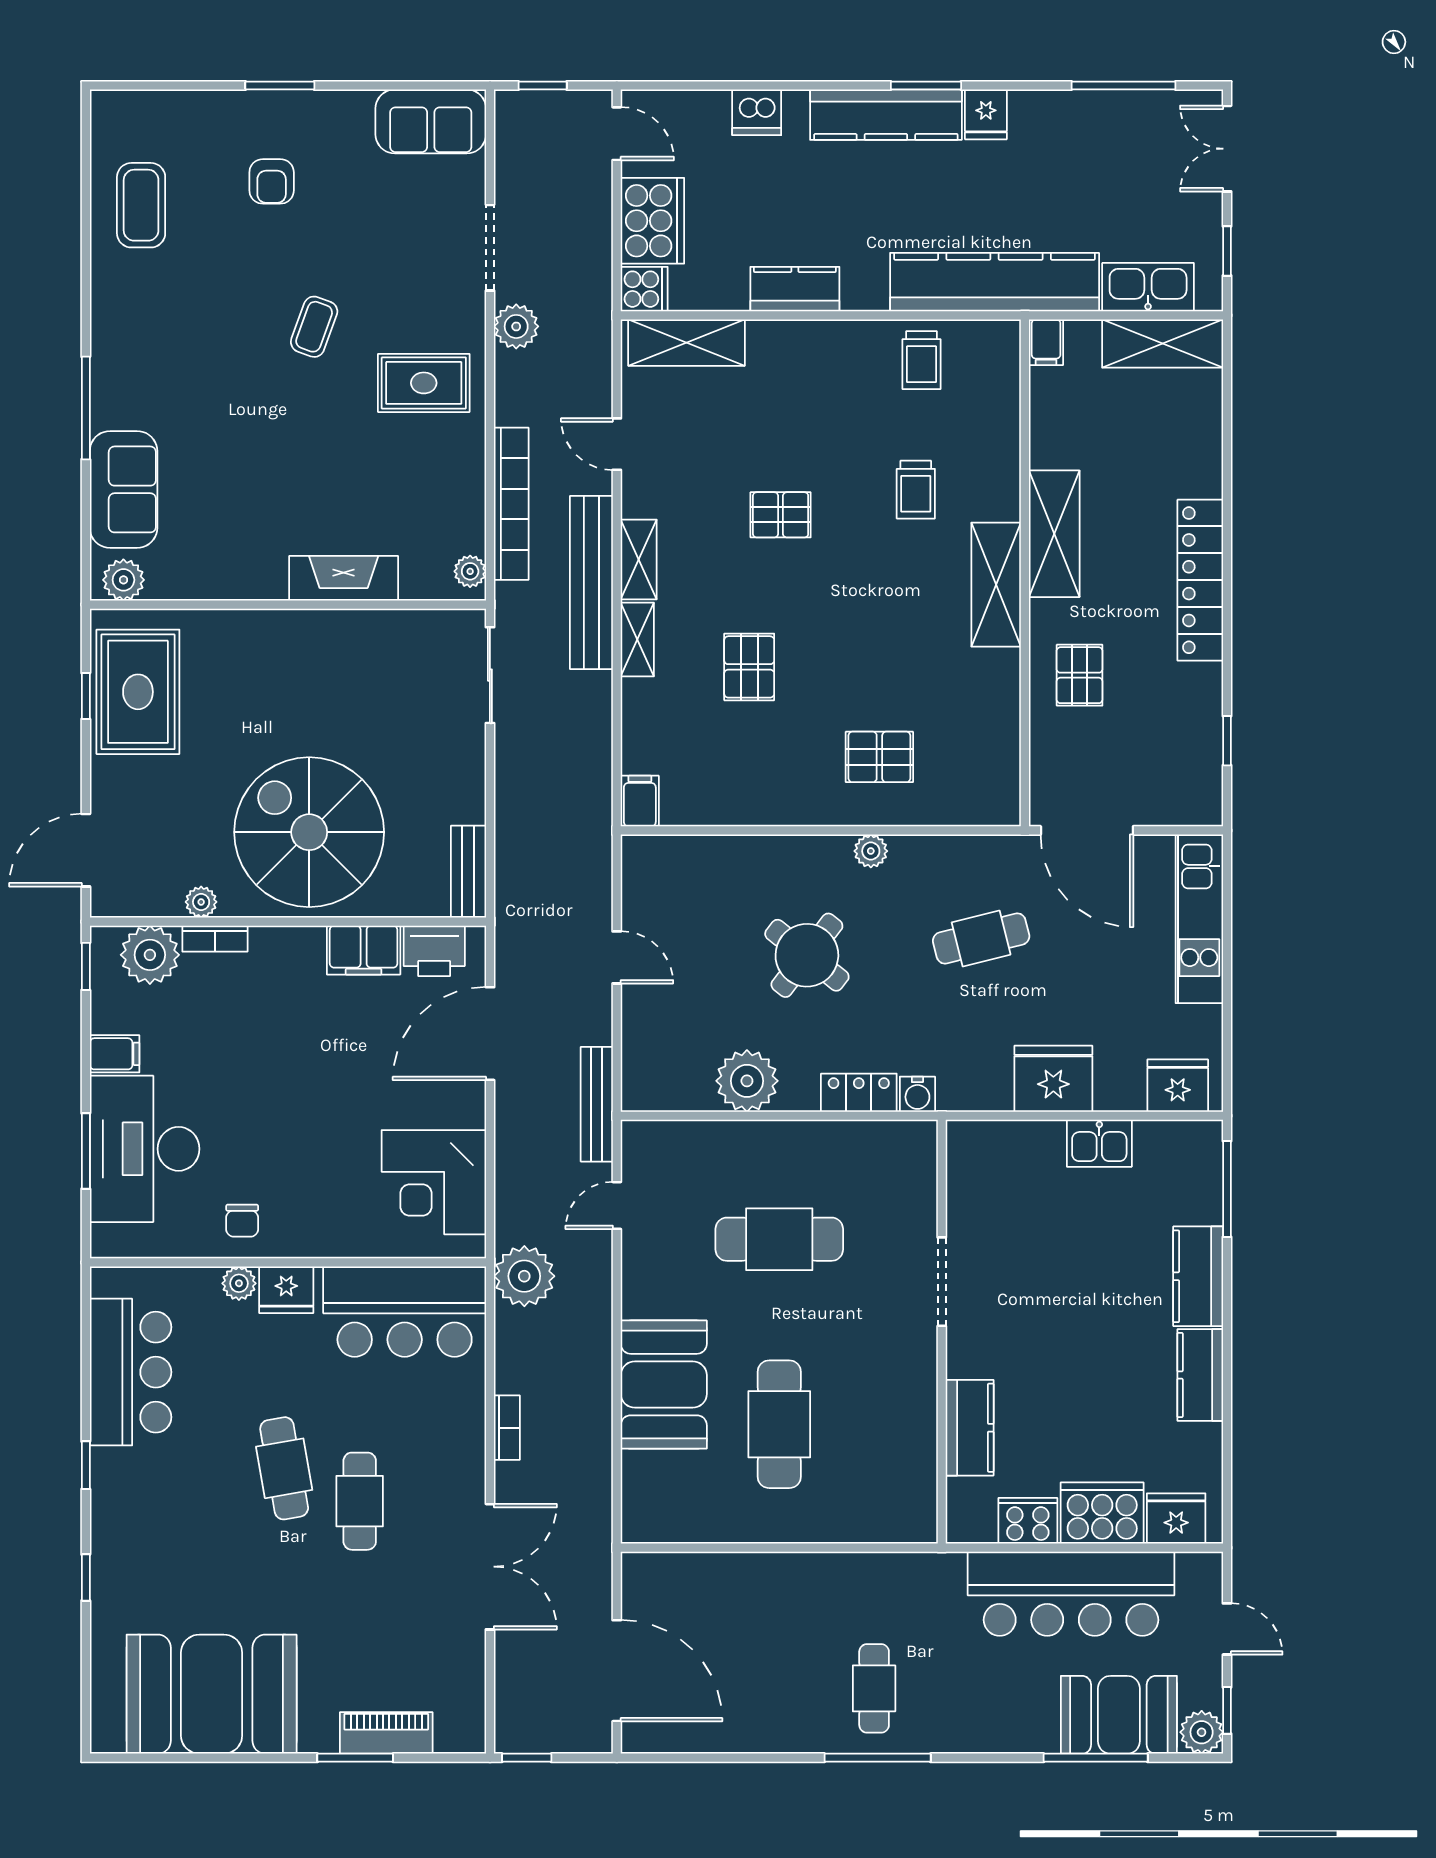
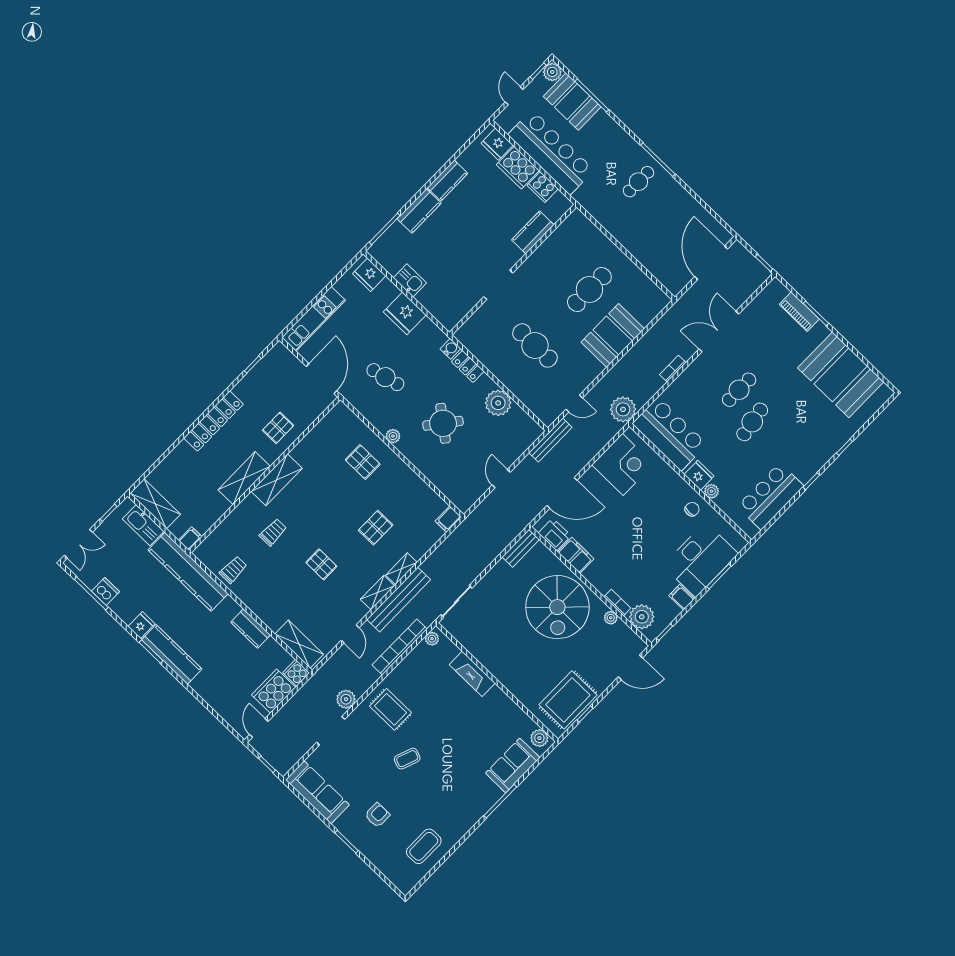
dishwasher: (757, 112) -> (105, 591), moved
sofa: (431, 121) -> (317, 792), width x1.36

